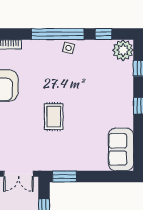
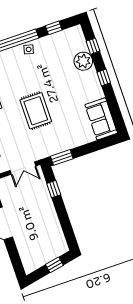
plant: (123, 50) -> (83, 61), moved
rug: (54, 117) -> (36, 111), width x1.36, depth x1.43

